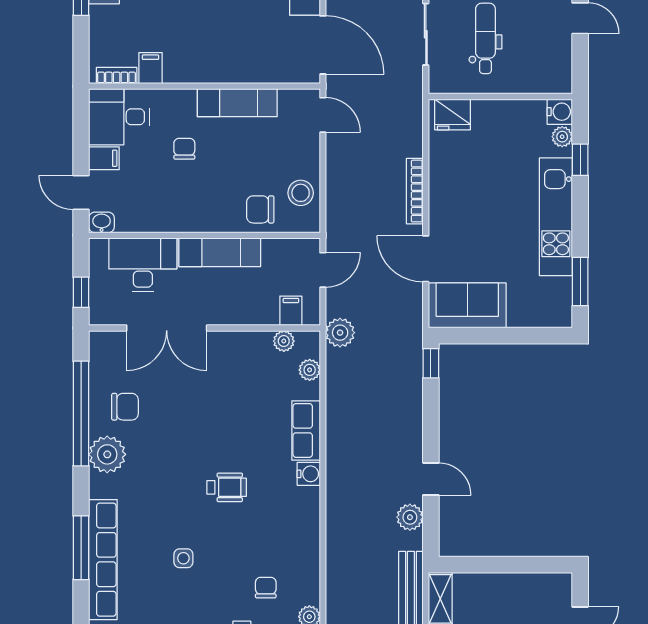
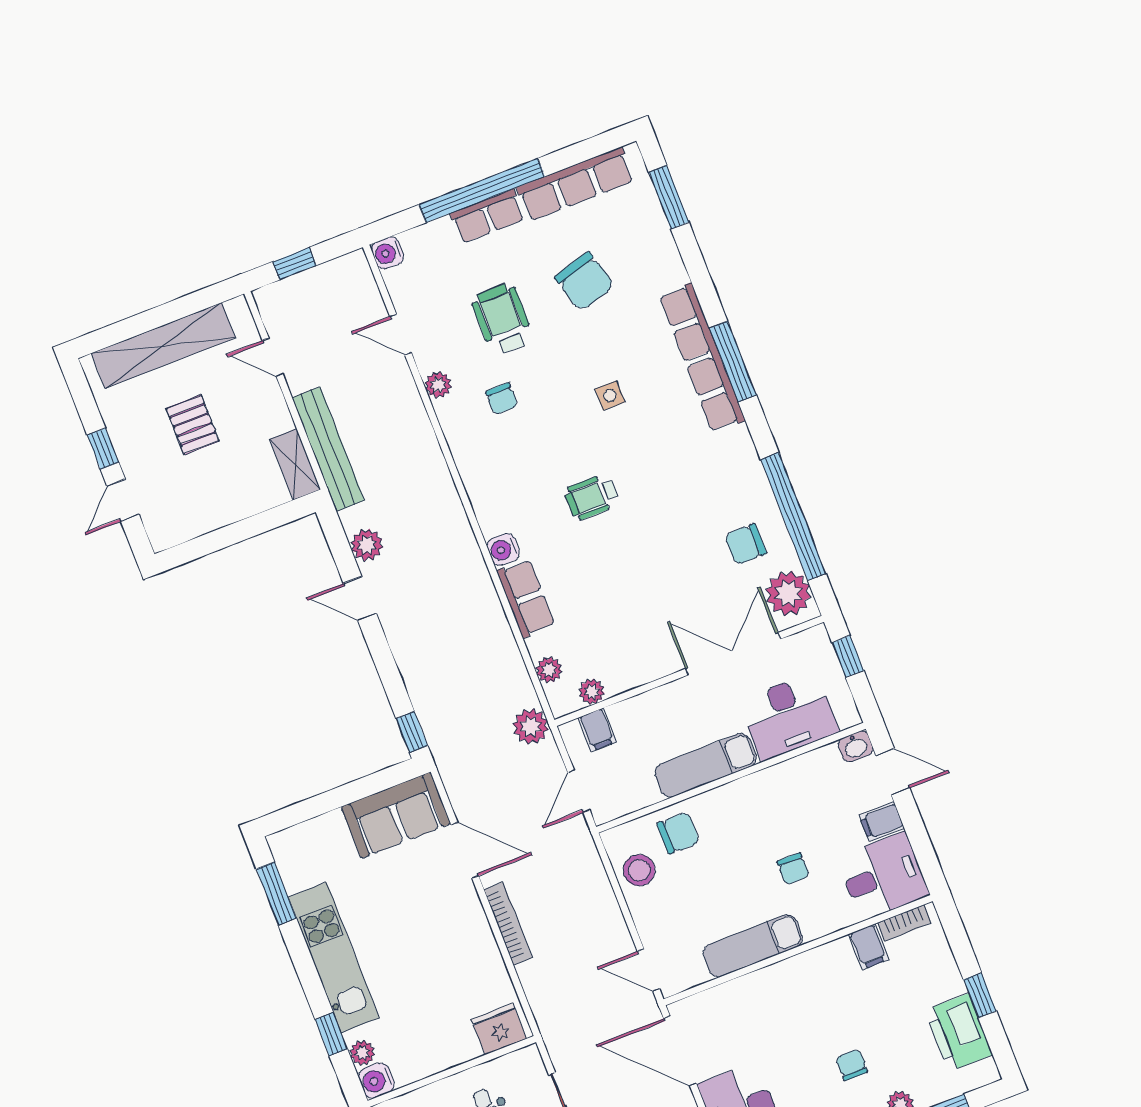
plant: (107, 454) -> (788, 593), moved

